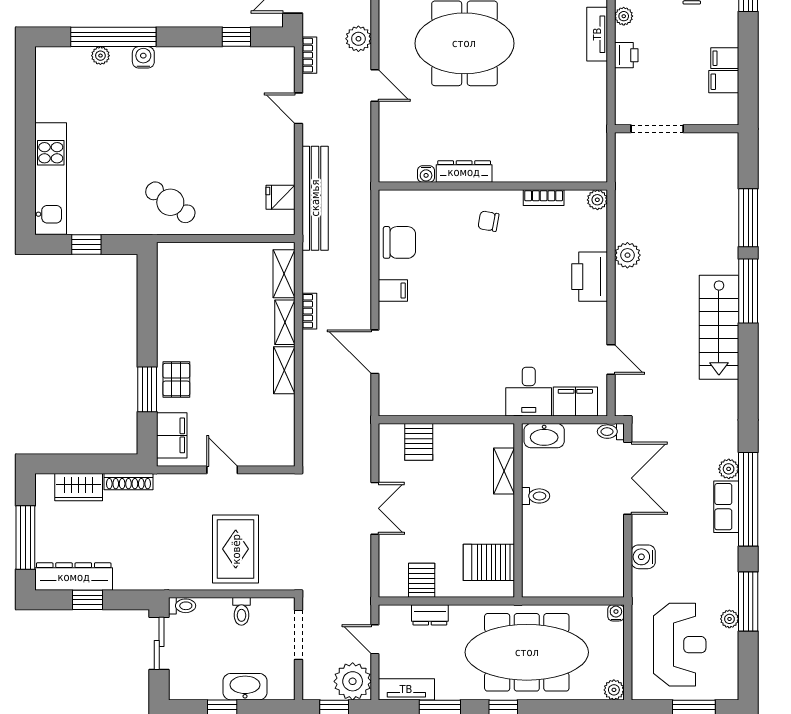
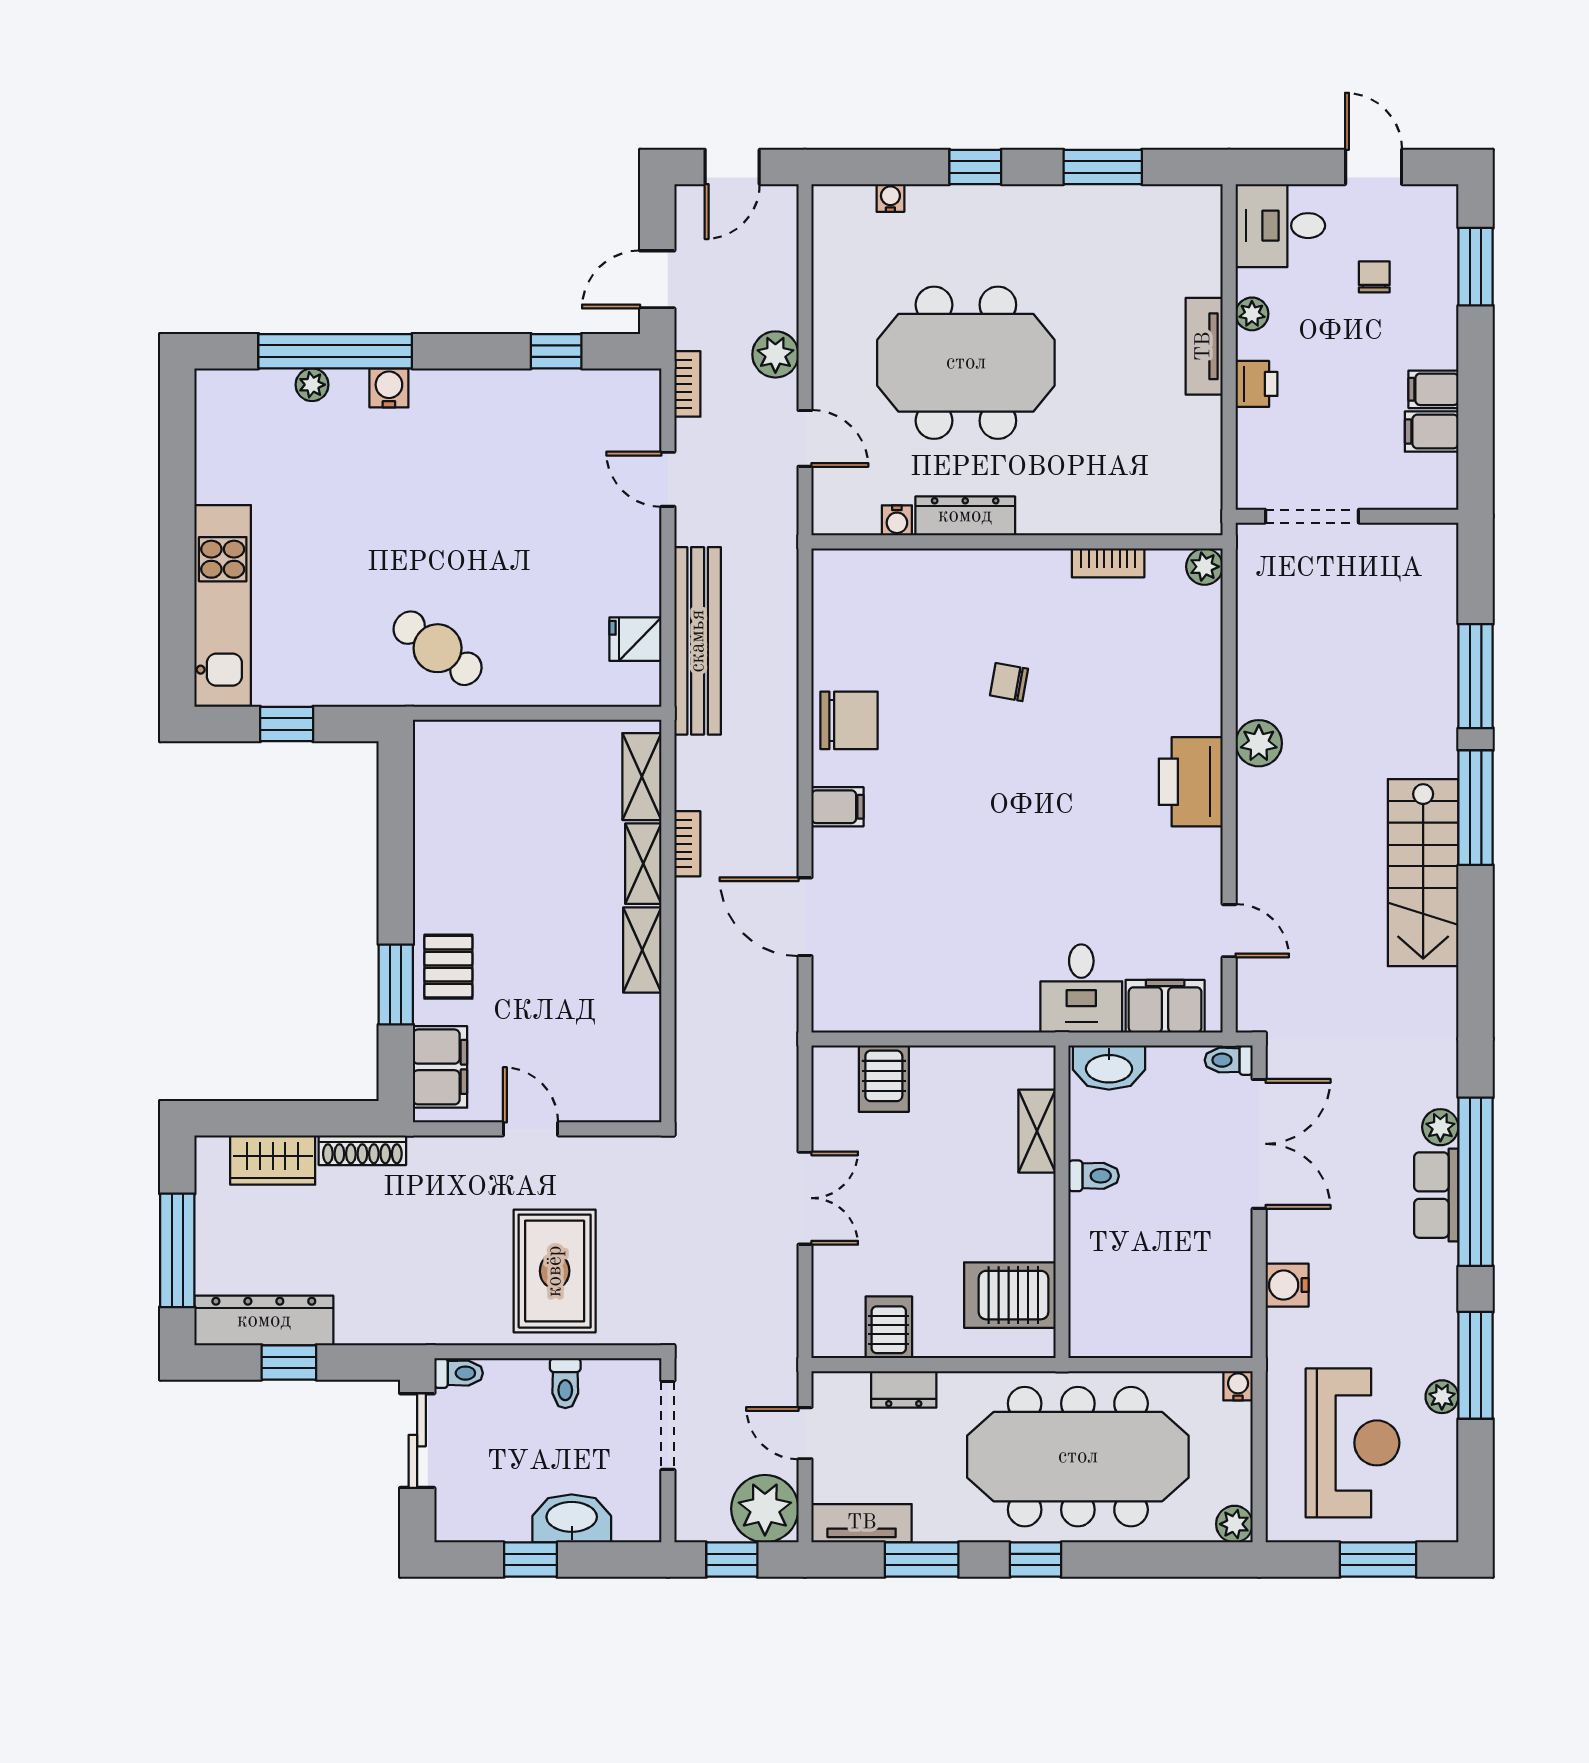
dresser: (464, 172) -> (965, 516), moved
water cooler: (426, 174) -> (897, 520), moved
wall: (493, 186) -> (1017, 542), moved
bookcase: (544, 198) -> (1108, 563), moved
plant: (597, 200) -> (1204, 567), moved

